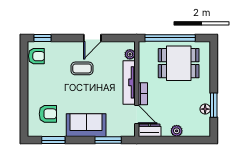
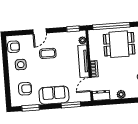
window: (43, 38) -> (73, 29), moved
door: (92, 38) -> (40, 31), moved
side table: (44, 81) -> (21, 65), added
door: (137, 115) -> (91, 85), swing flipped

